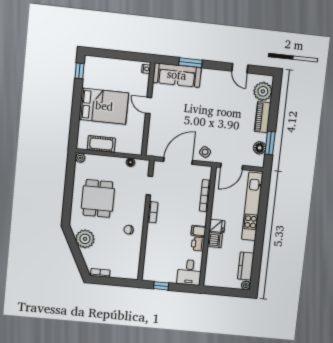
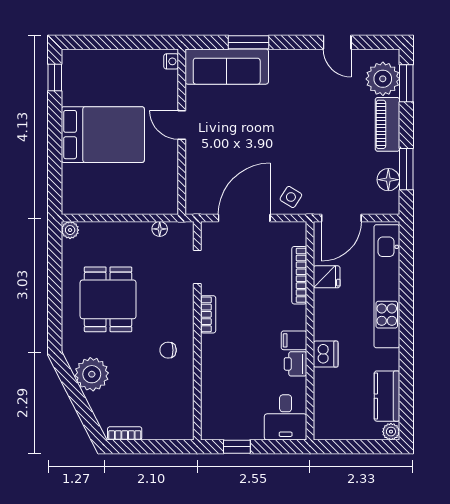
window: (275, 95) -> (406, 83), added
cot: (101, 144) -> (105, 202), removed
fridge: (217, 226) -> (327, 277), moved

